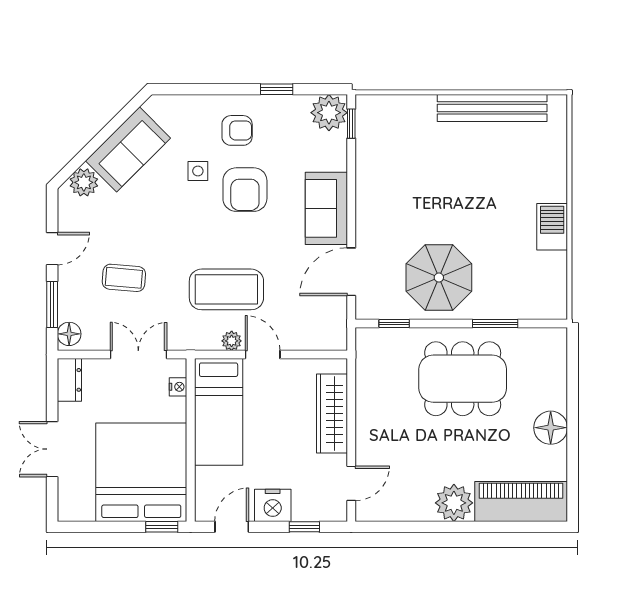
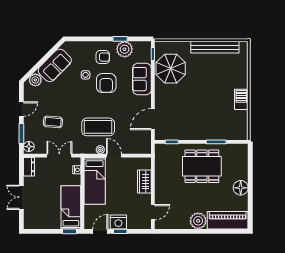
plant: (329, 113) -> (125, 49), moved
sofa: (326, 208) -> (142, 79), moved
parasol: (439, 278) -> (171, 69), moved
wardrobe: (332, 414) -> (144, 182), width x0.67
bed: (141, 472) -> (71, 207), width x0.49
window: (304, 527) -> (120, 231), moved

